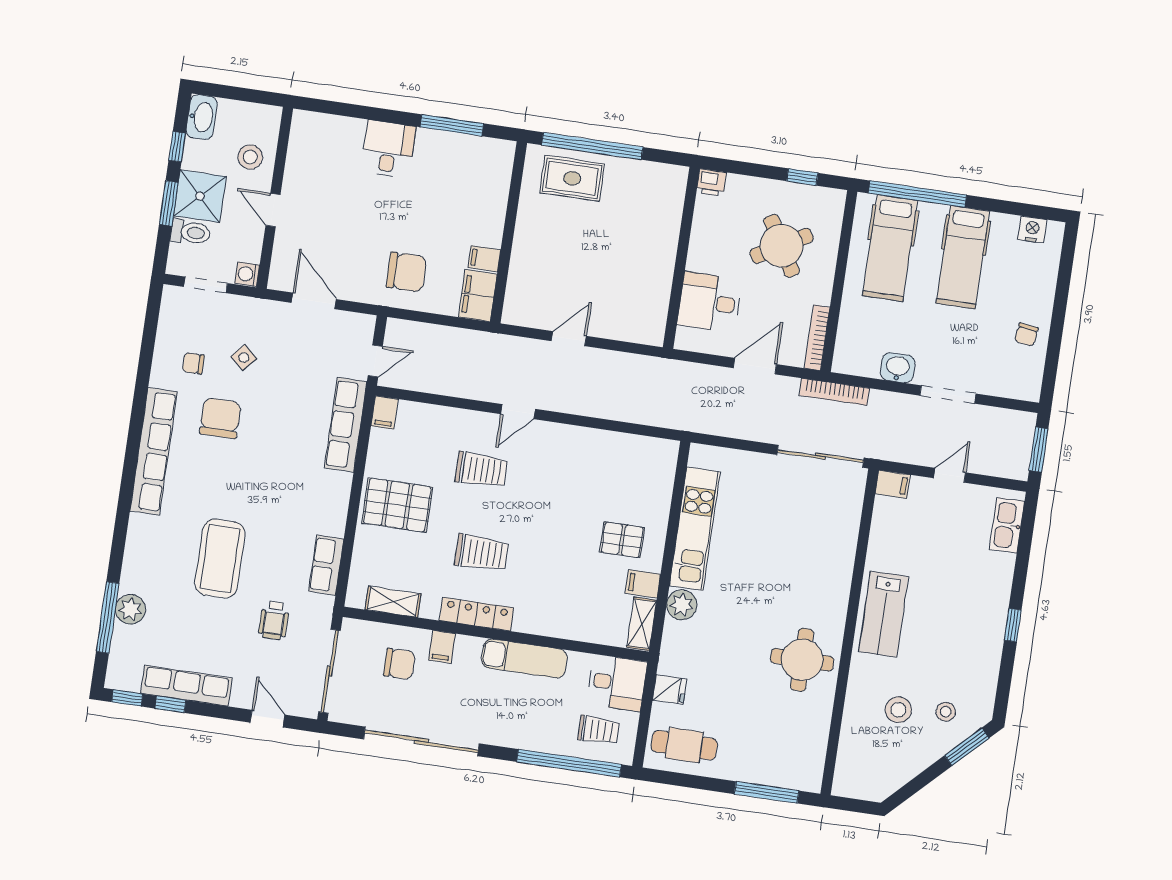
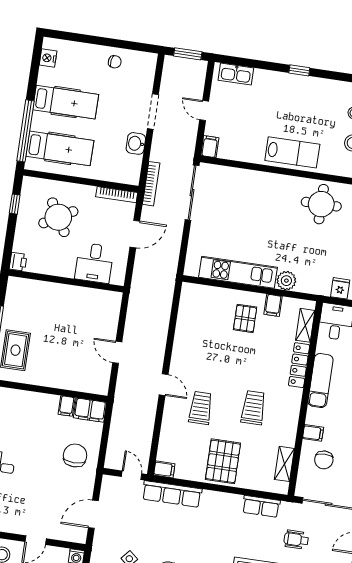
door: (755, 366) -> (135, 234), swing flipped
locker: (477, 614) -> (299, 365), moved
wheelchair: (274, 620) -> (296, 540), turned 180
shelving: (642, 624) -> (305, 325), moved, turned 90
chair: (399, 664) -> (324, 460), turned 180

